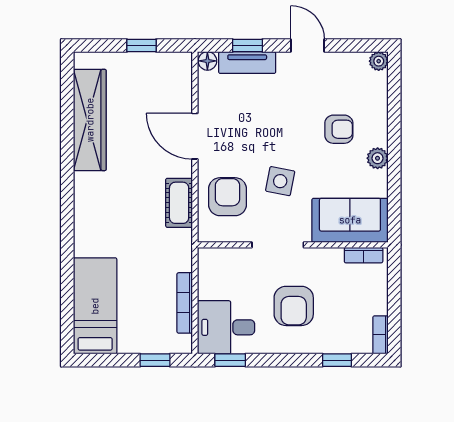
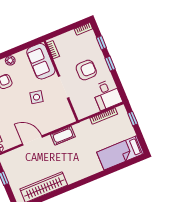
door: (195, 136) -> (32, 140), swing flipped
armchair: (228, 197) -> (52, 116), removed
window: (230, 360) -> (110, 64), moved

